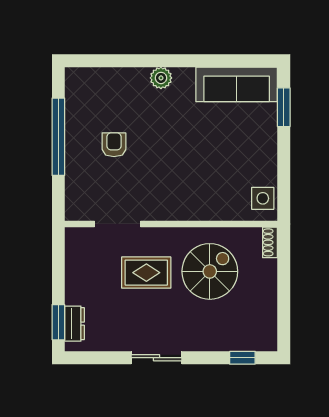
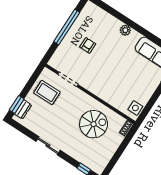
rug: (146, 273) -> (47, 93), moved

